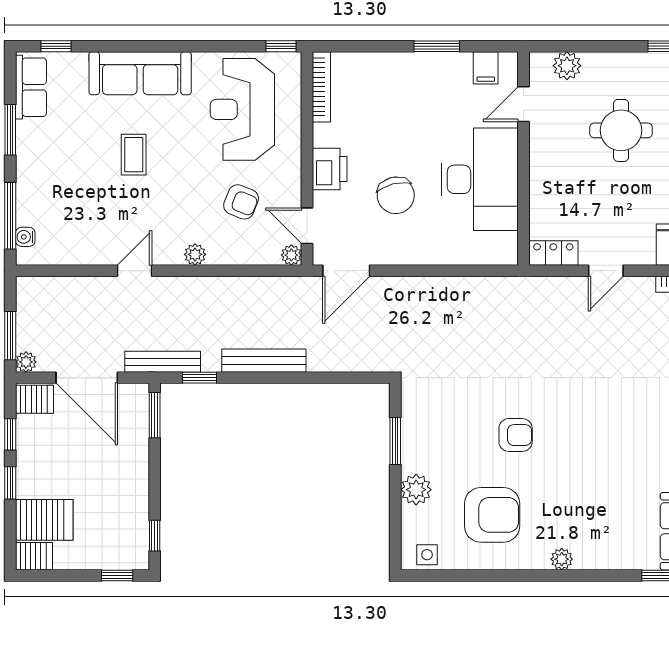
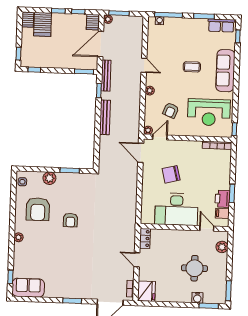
reception desk: (242, 109) -> (209, 112), turned 180
printer: (330, 169) -> (222, 199), moved, turned 90

